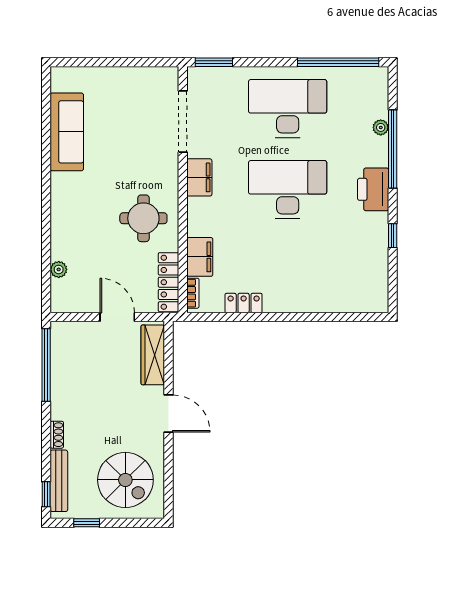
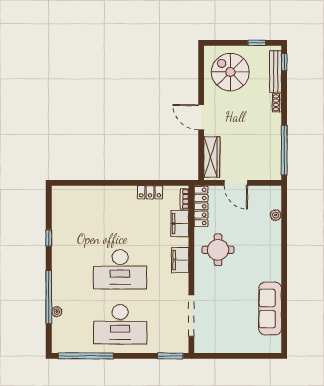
filing cabinet: (199, 177) -> (180, 260), moved
printer: (373, 189) -> (62, 270), removed

